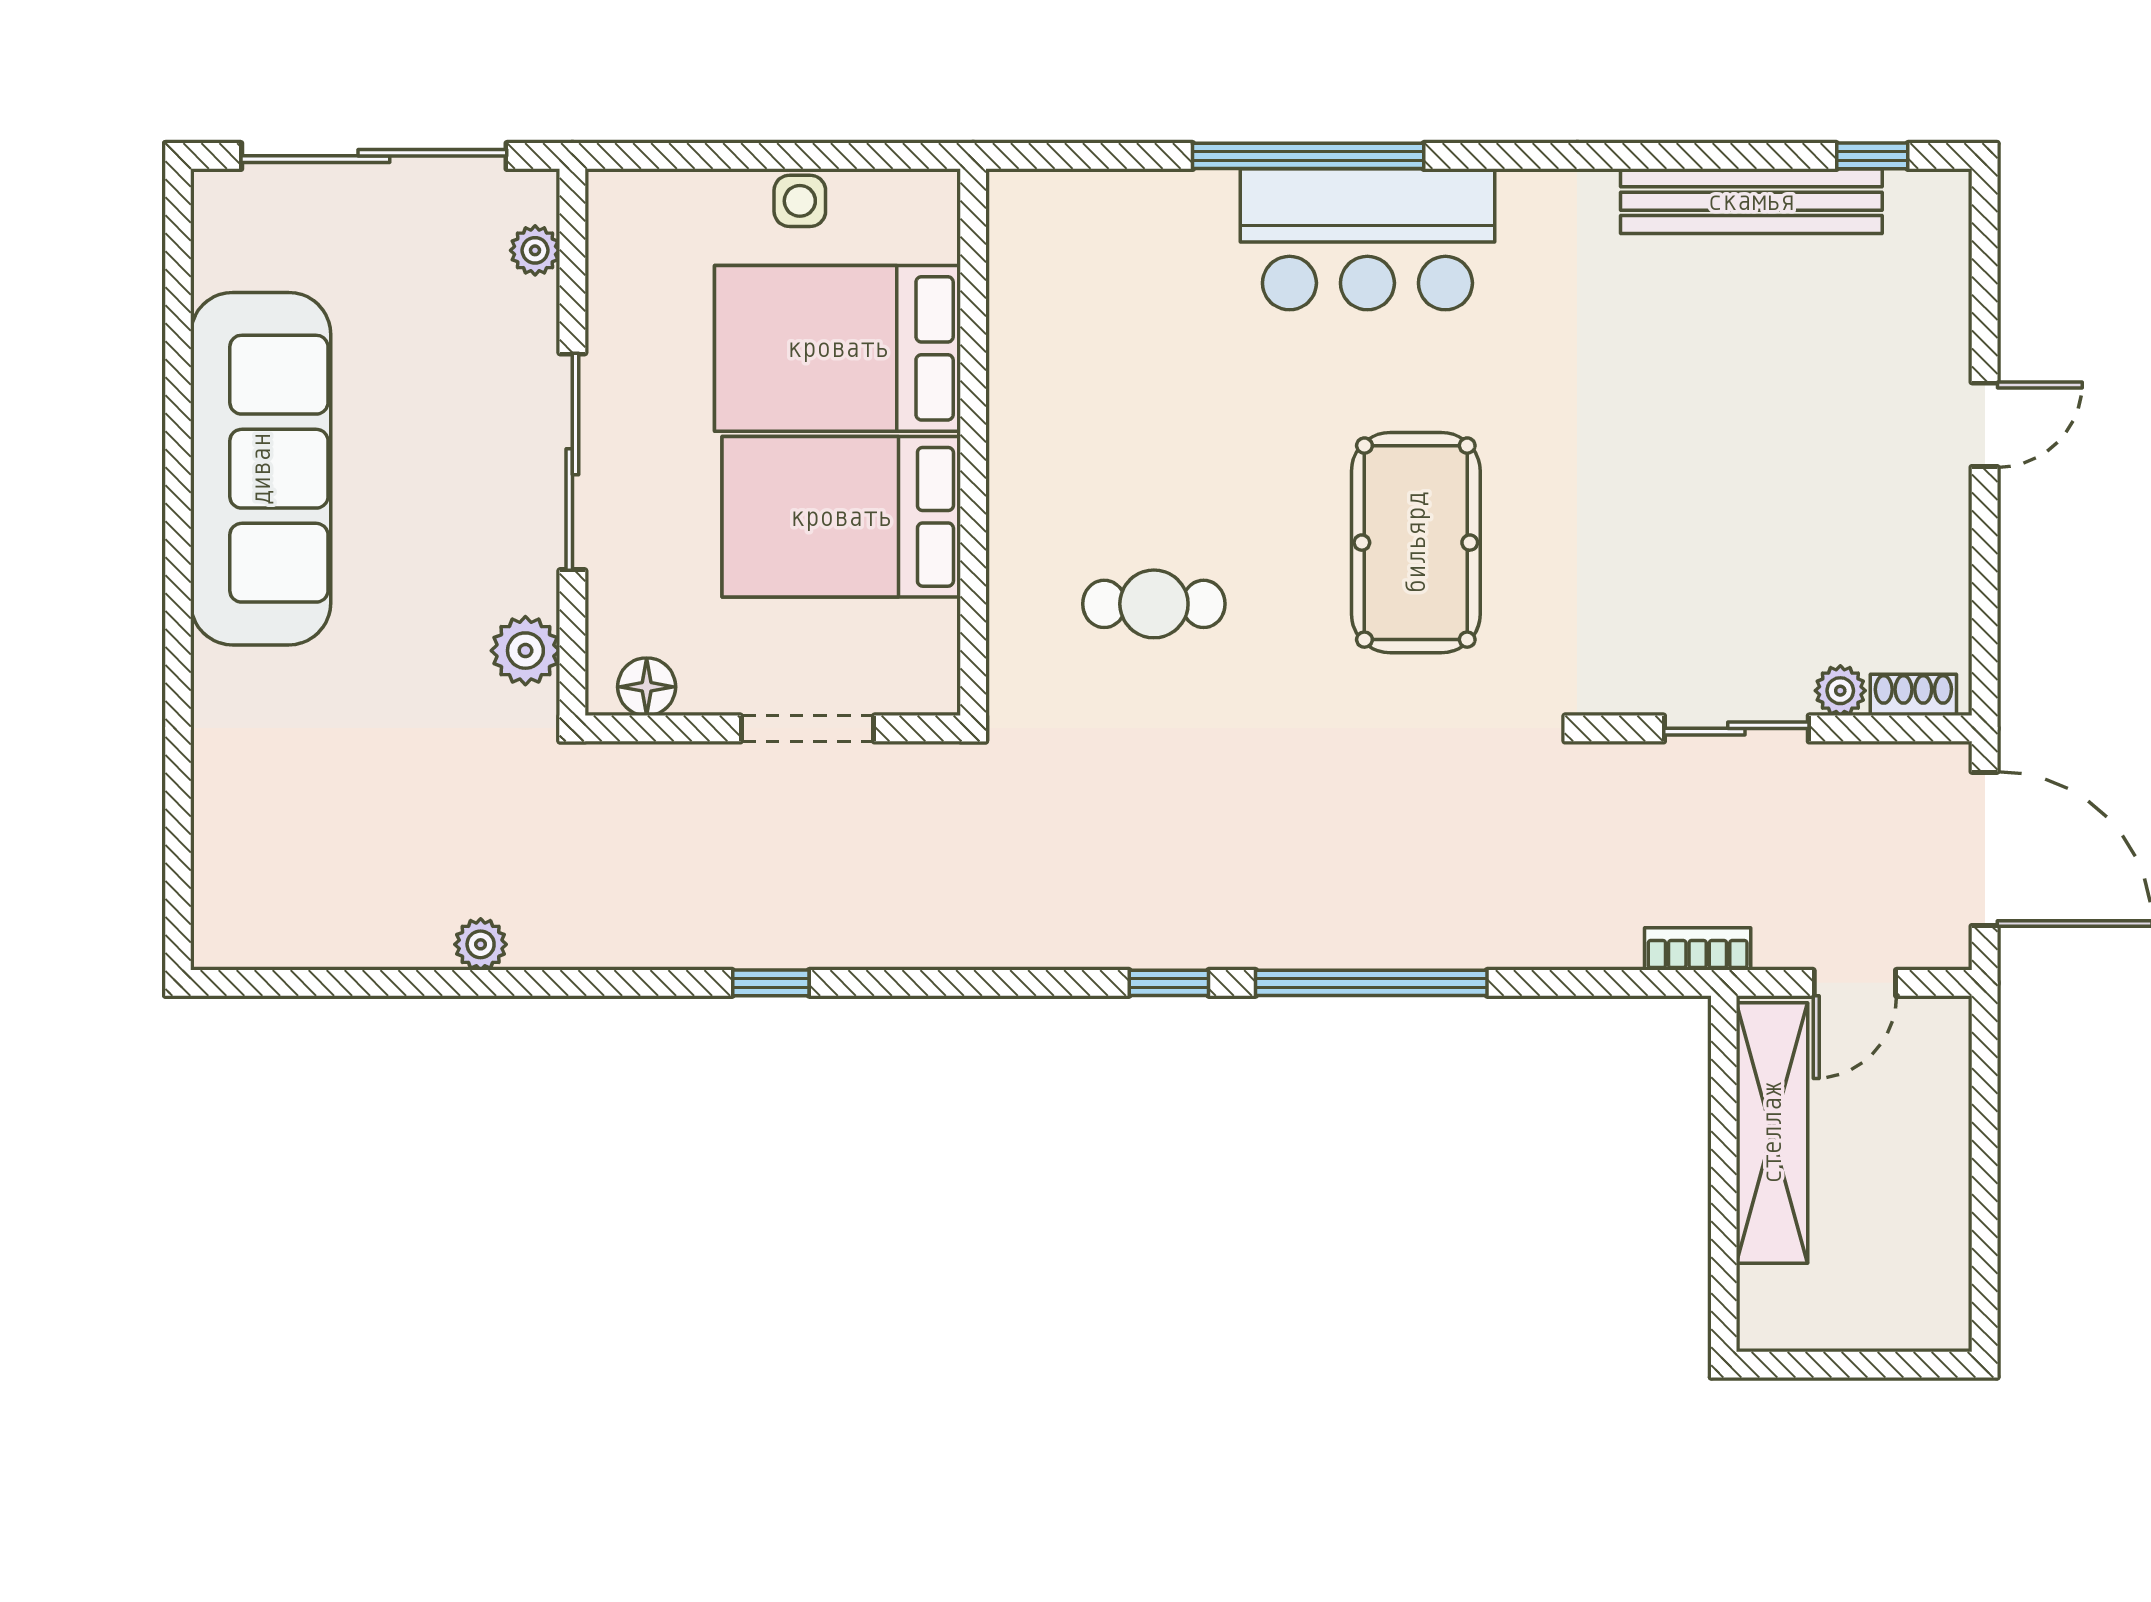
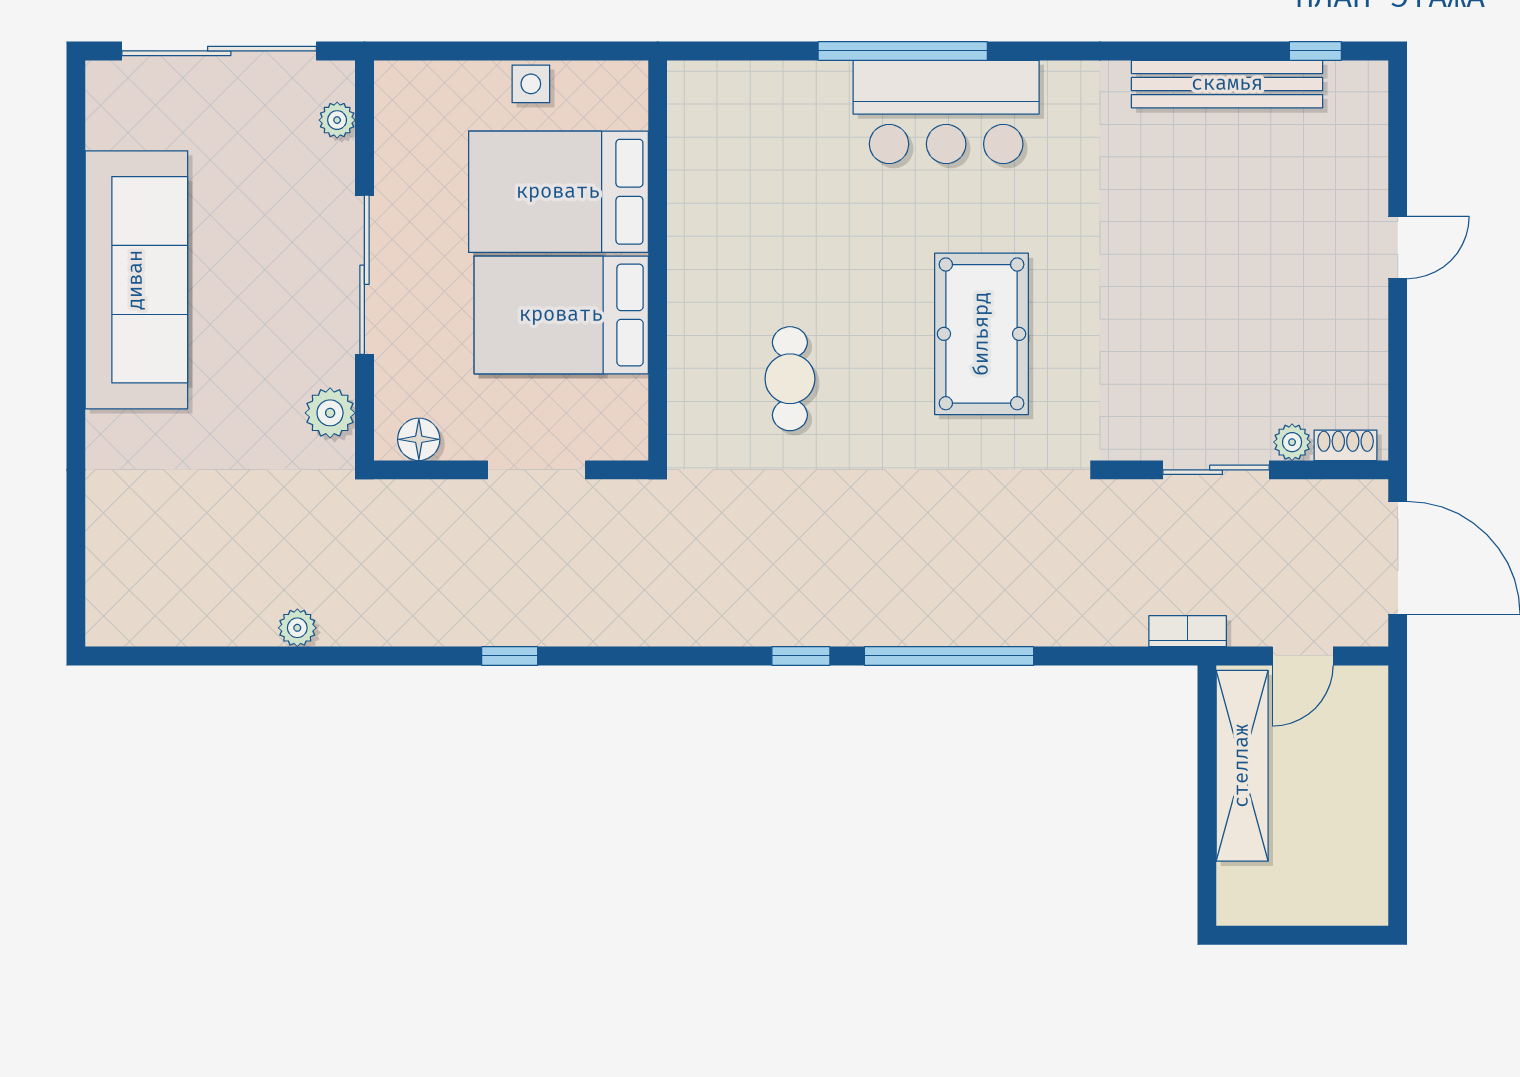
cafe table: (1154, 604) -> (790, 379), turned 90

